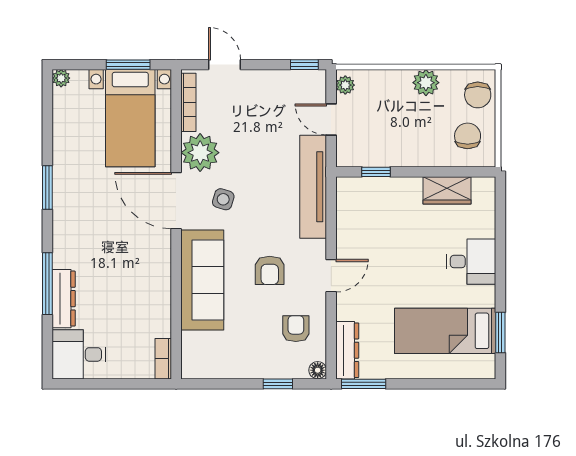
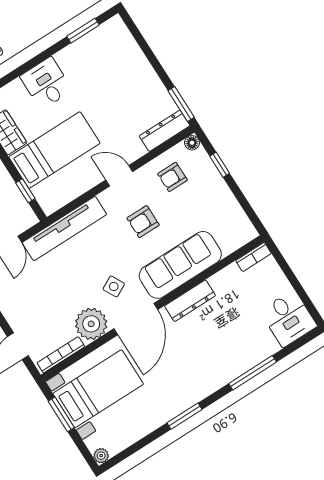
side table: (223, 199) -> (114, 286), turned 45
armchair: (270, 270) -> (143, 222), turned 180
dresser: (64, 299) -> (190, 301), moved, turned 180
bed: (445, 331) -> (54, 150), moved, turned -90

